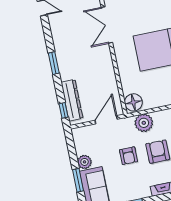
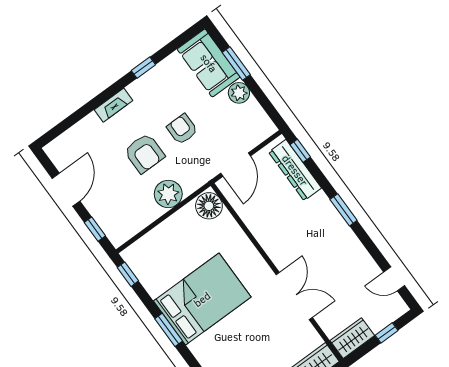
plant: (144, 123) -> (168, 194), moved

